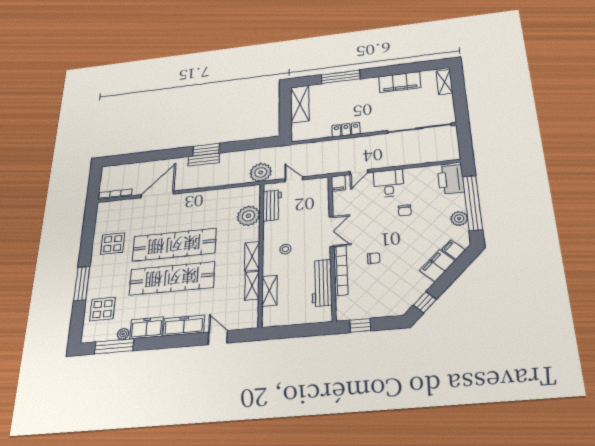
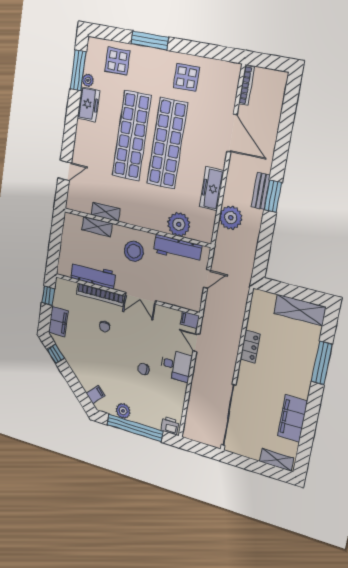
plant: (261, 172) -> (231, 218), moved
printer: (451, 179) -> (170, 426), width x0.53, depth x0.68
workbench: (272, 205) -> (178, 249), width x1.38
stool: (285, 249) -> (134, 251), width x1.89, depth x1.89
shelving: (252, 256) -> (135, 218), removed
filing cabinet: (437, 266) -> (58, 322), moved, turned 45
freezer: (184, 326) -> (212, 189), moved, turned 180

